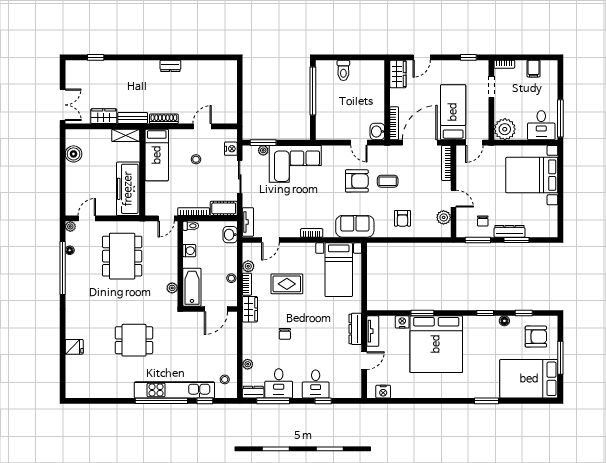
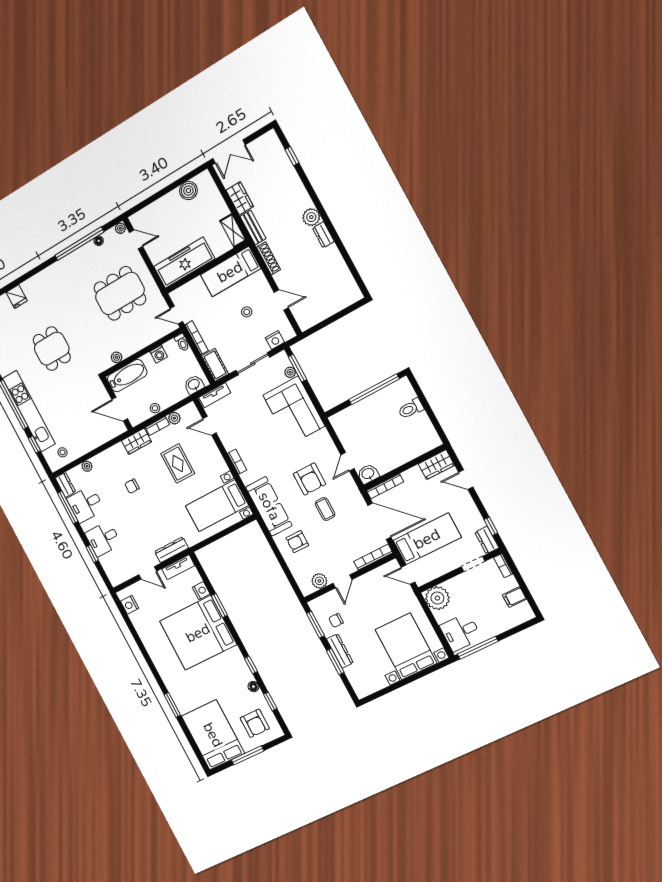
dresser: (478, 66) -> (487, 540), added
plant: (151, 68) -> (311, 217), added
sofa: (355, 226) -> (269, 506), width x1.36

